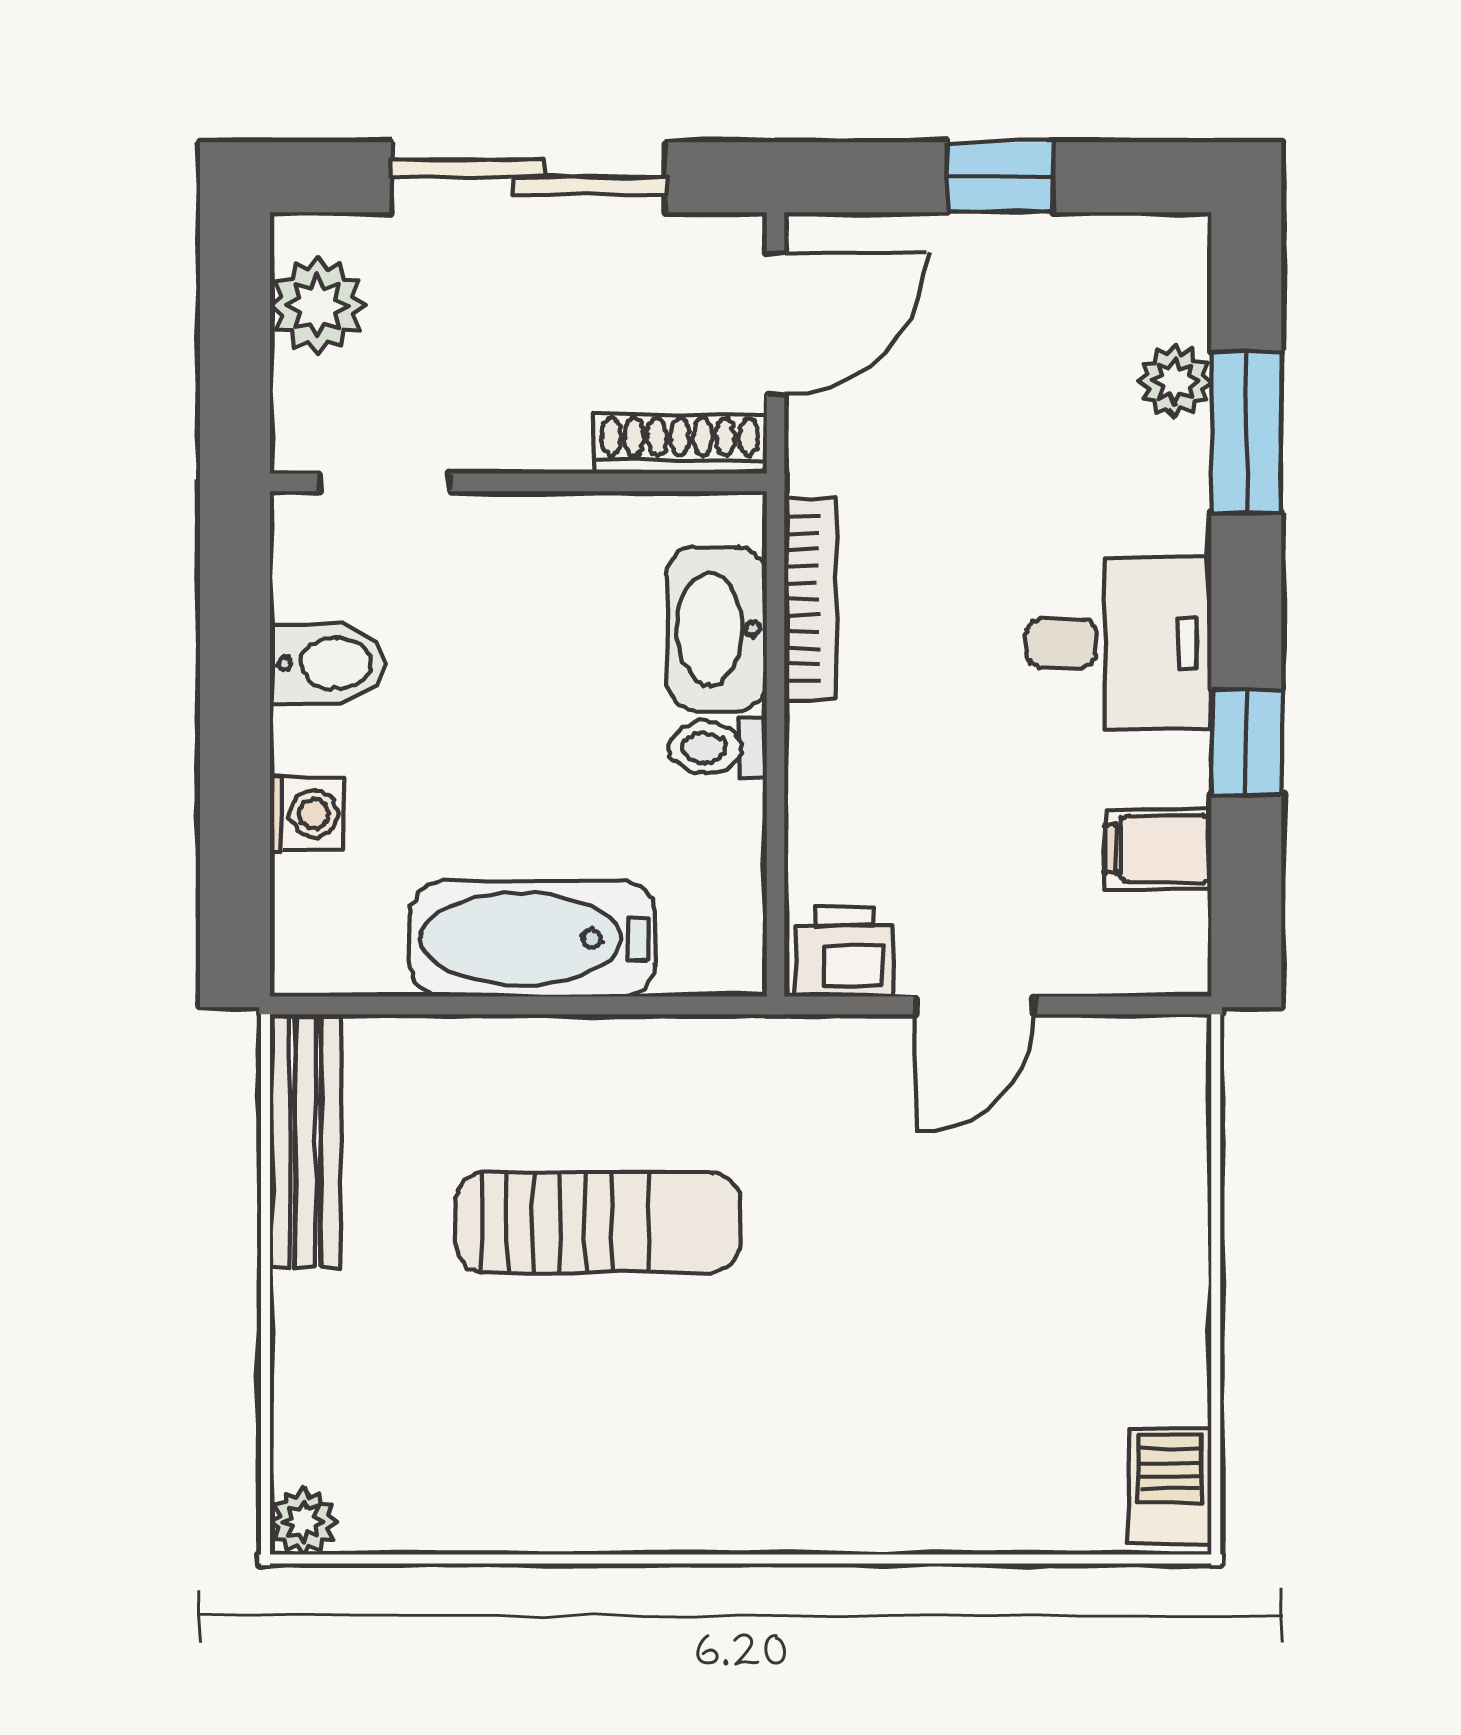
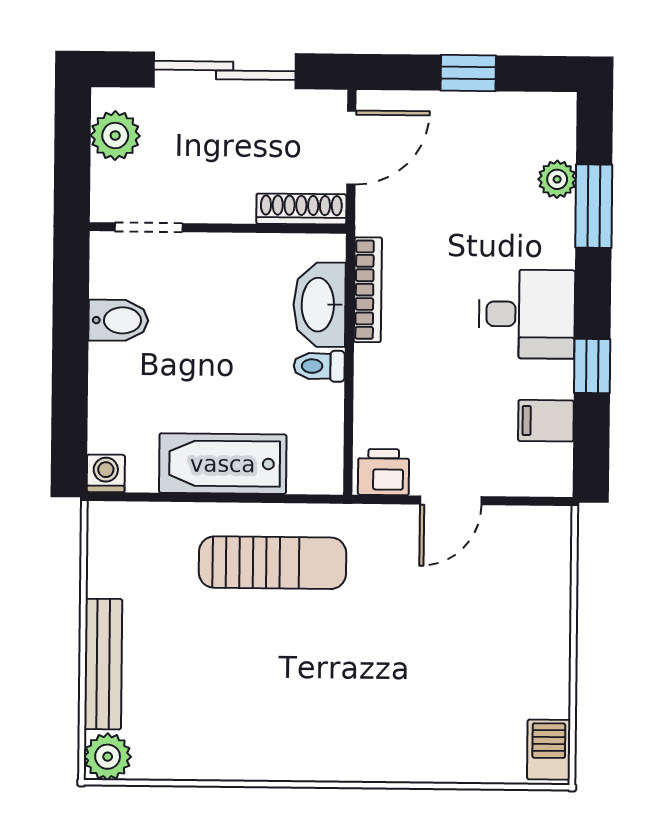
washing machine: (306, 814) -> (106, 473), moved, turned -90
bench: (305, 1141) -> (103, 664), moved
sun lounger: (598, 1223) -> (272, 563), moved
plant: (303, 1521) -> (108, 757), width x1.38, depth x1.38

